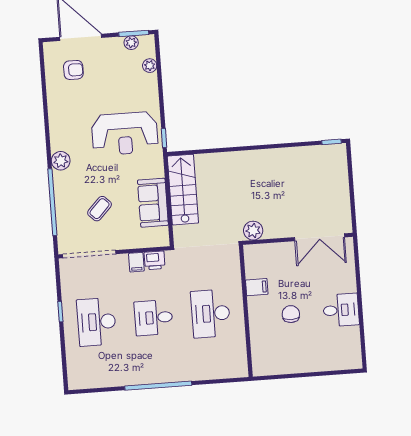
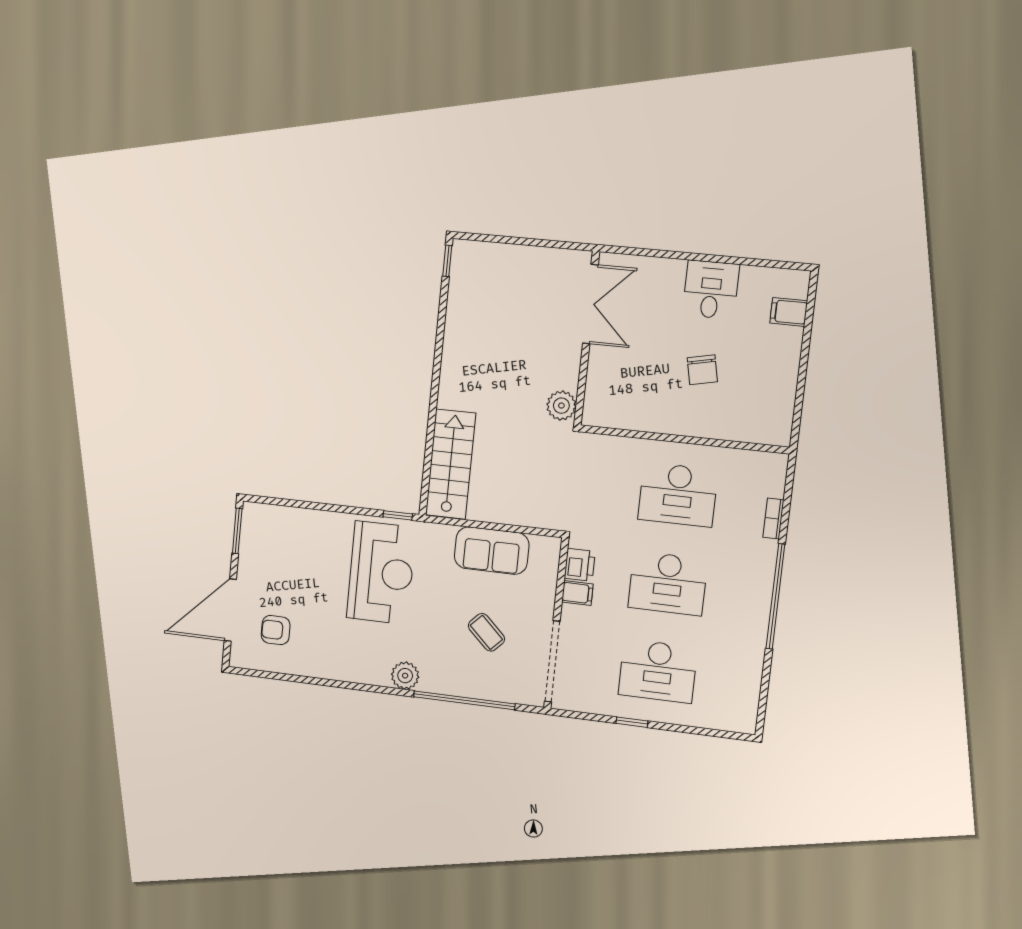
plant: (131, 43) -> (250, 537), removed
plant: (150, 66) -> (288, 516), removed
armchair: (73, 70) -> (276, 630), turned -90
stairs: (183, 190) -> (451, 464), moved, turned 90
filing cabinet: (257, 287) -> (789, 312), moved, turned -90
chair: (291, 314) -> (702, 370), turned -102
desk: (154, 318) -> (668, 583), width x1.37
bookcase: (207, 375) -> (773, 519), added

